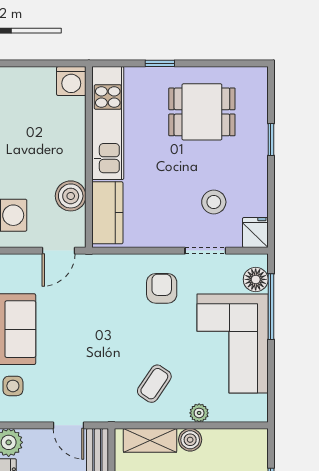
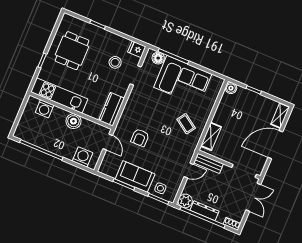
washing machine: (71, 81) -> (45, 109), moved, turned 90
boiler: (71, 196) -> (73, 121), moved
kitchen counter: (107, 213) -> (112, 109), moved, turned -90
armchair: (162, 288) -> (140, 138), moved, turned -90
plant: (199, 413) -> (208, 109), removed
boiler: (190, 440) -> (231, 88), moved

